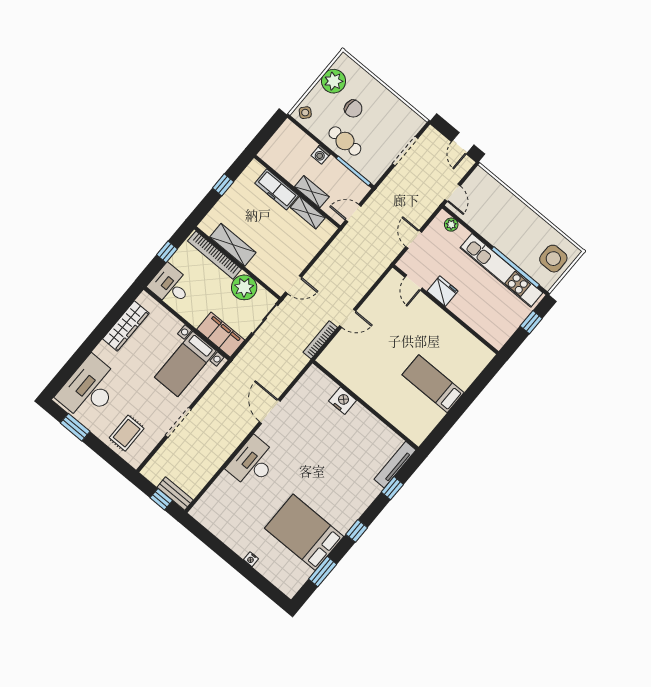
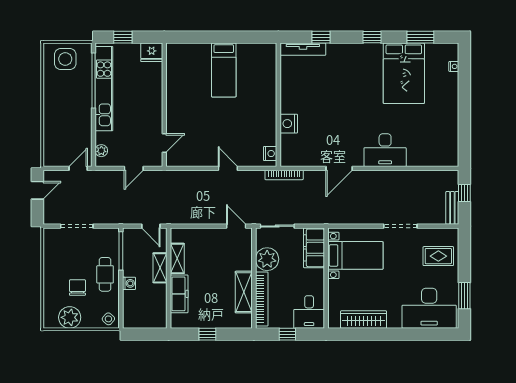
fridge: (443, 291) -> (152, 52), moved, turned -90
bookcase: (320, 340) -> (284, 175), moved
nightstand: (331, 364) -> (270, 154), added
bench: (175, 494) -> (452, 208), moved
nightstand: (251, 559) -> (454, 66), moved

